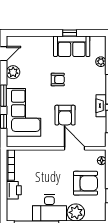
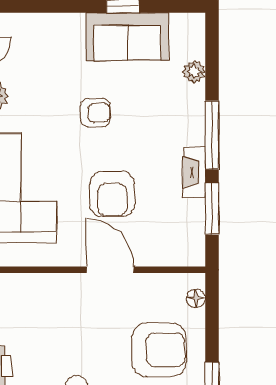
door: (75, 148) -> (110, 270), moved

